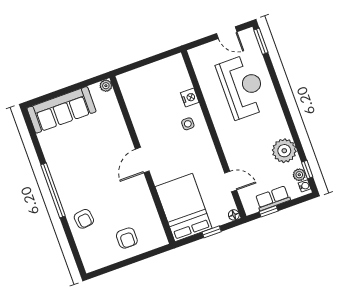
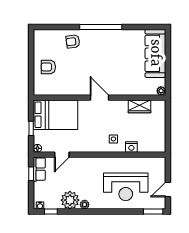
wardrobe: (135, 106) -> (139, 106), added
plant: (299, 175) -> (85, 205), moved
row of seats: (273, 198) -> (39, 169), moved

